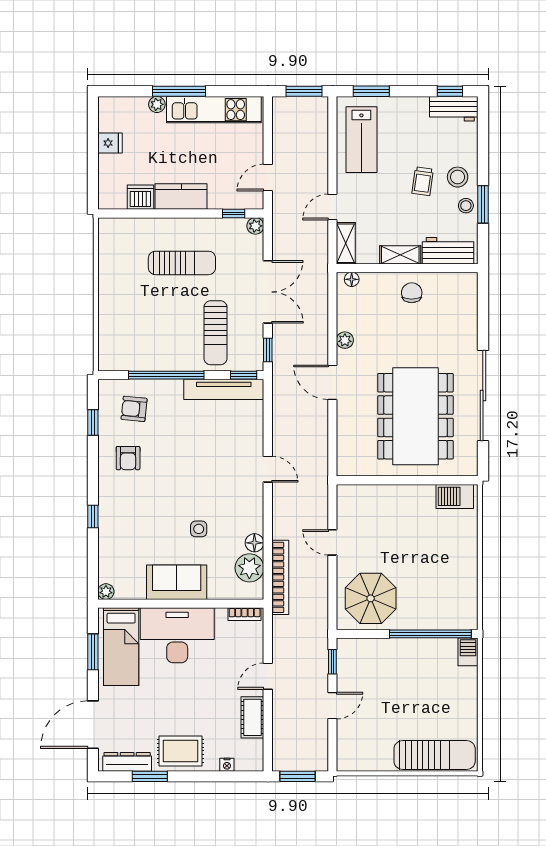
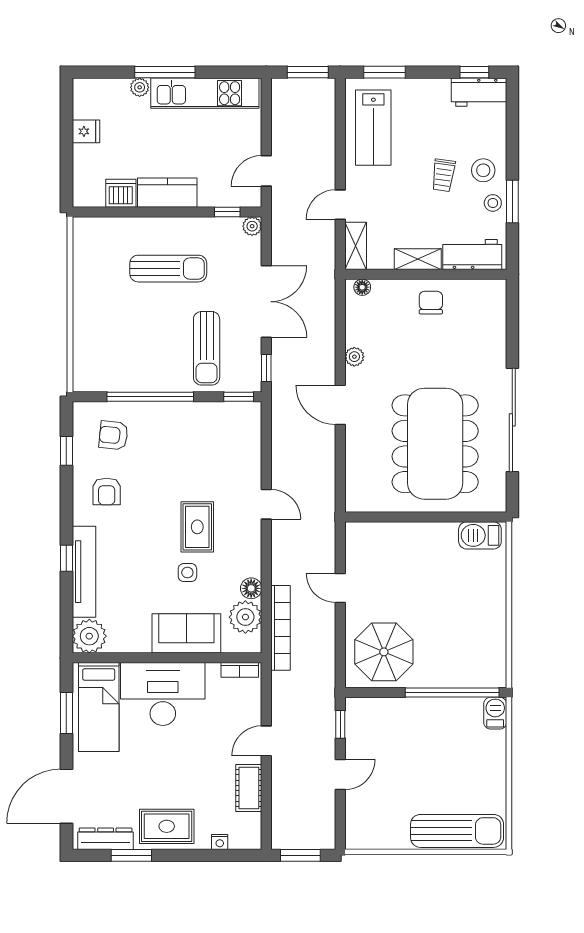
tv unit: (224, 389) -> (84, 572), moved, turned -90
rug: (207, 489) -> (197, 527), added
sofa: (177, 582) -> (186, 633), moved
plant: (106, 592) -> (89, 636), width x1.87, depth x1.87

